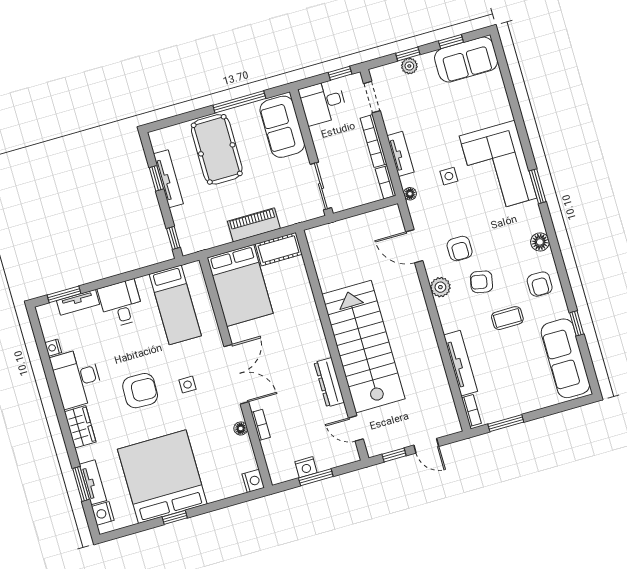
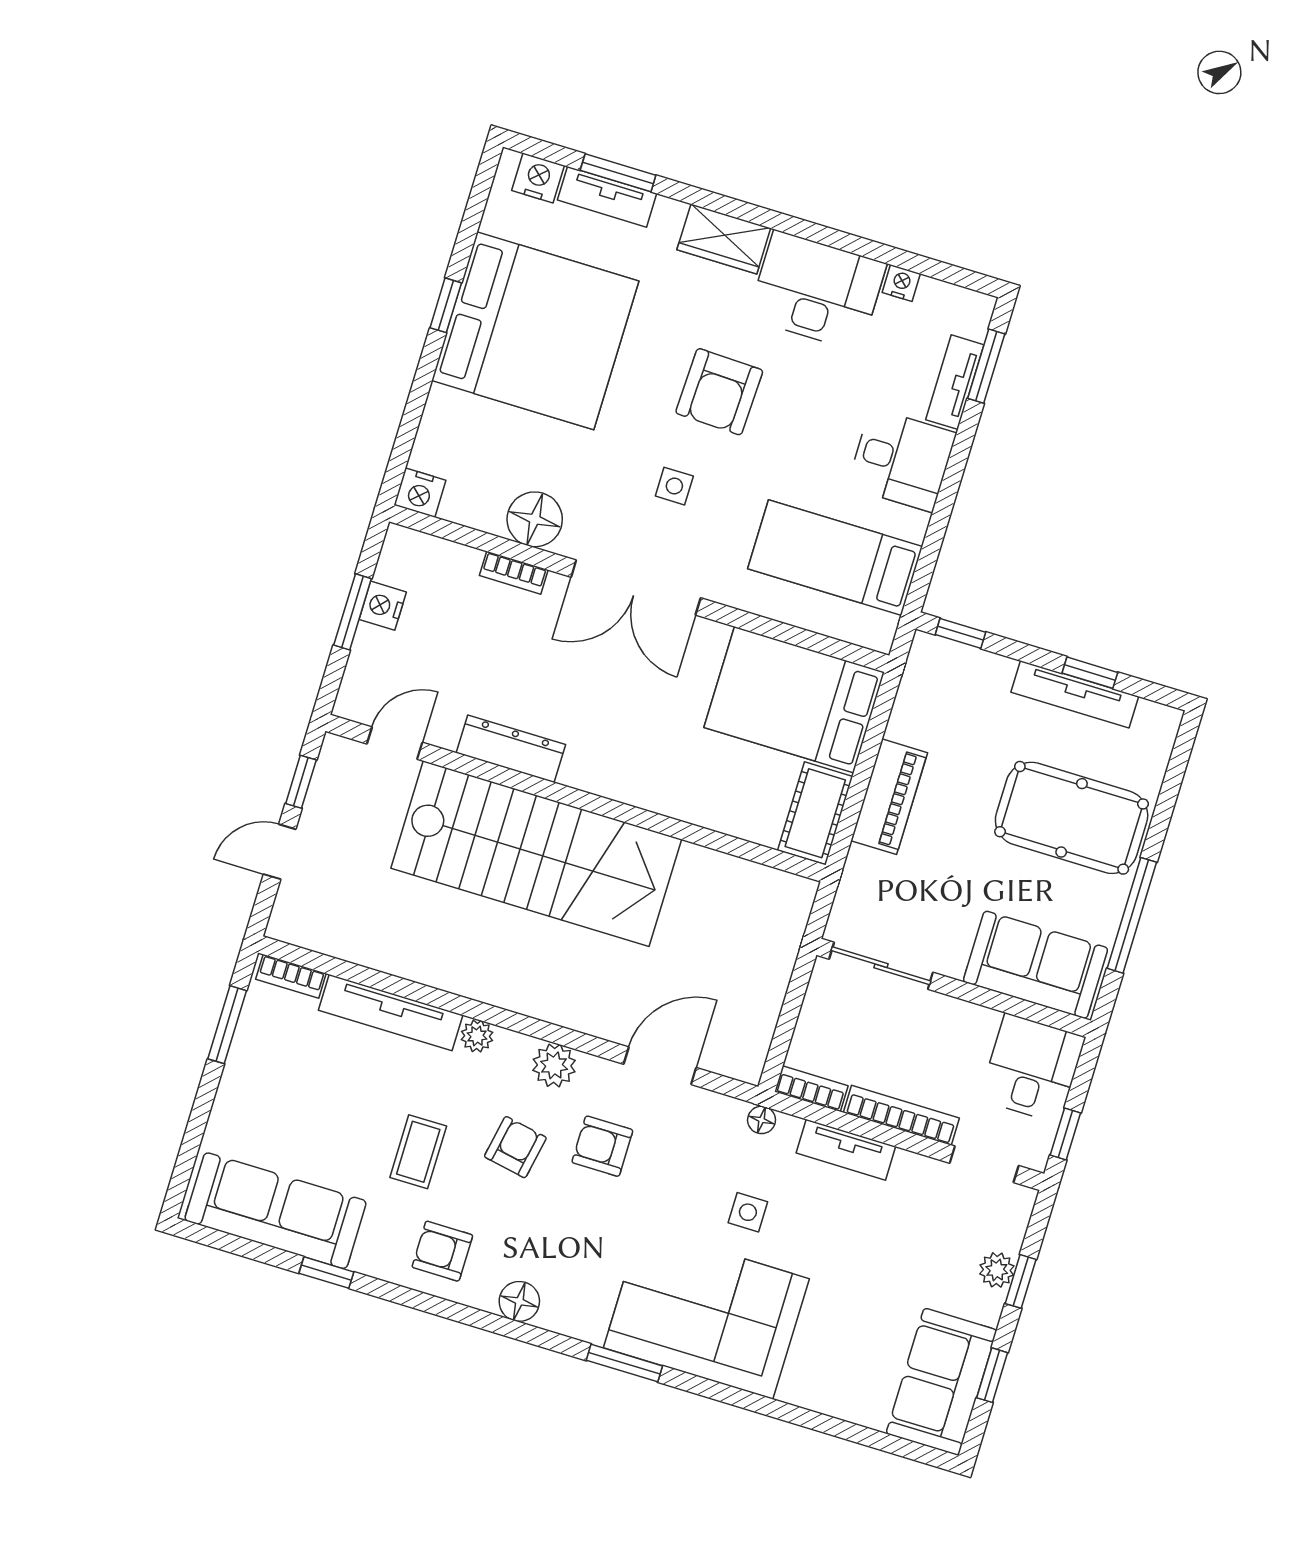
plant: (448, 324) -> (477, 1036), added
floor lamp: (241, 428) -> (535, 519), width x1.89, depth x1.89

